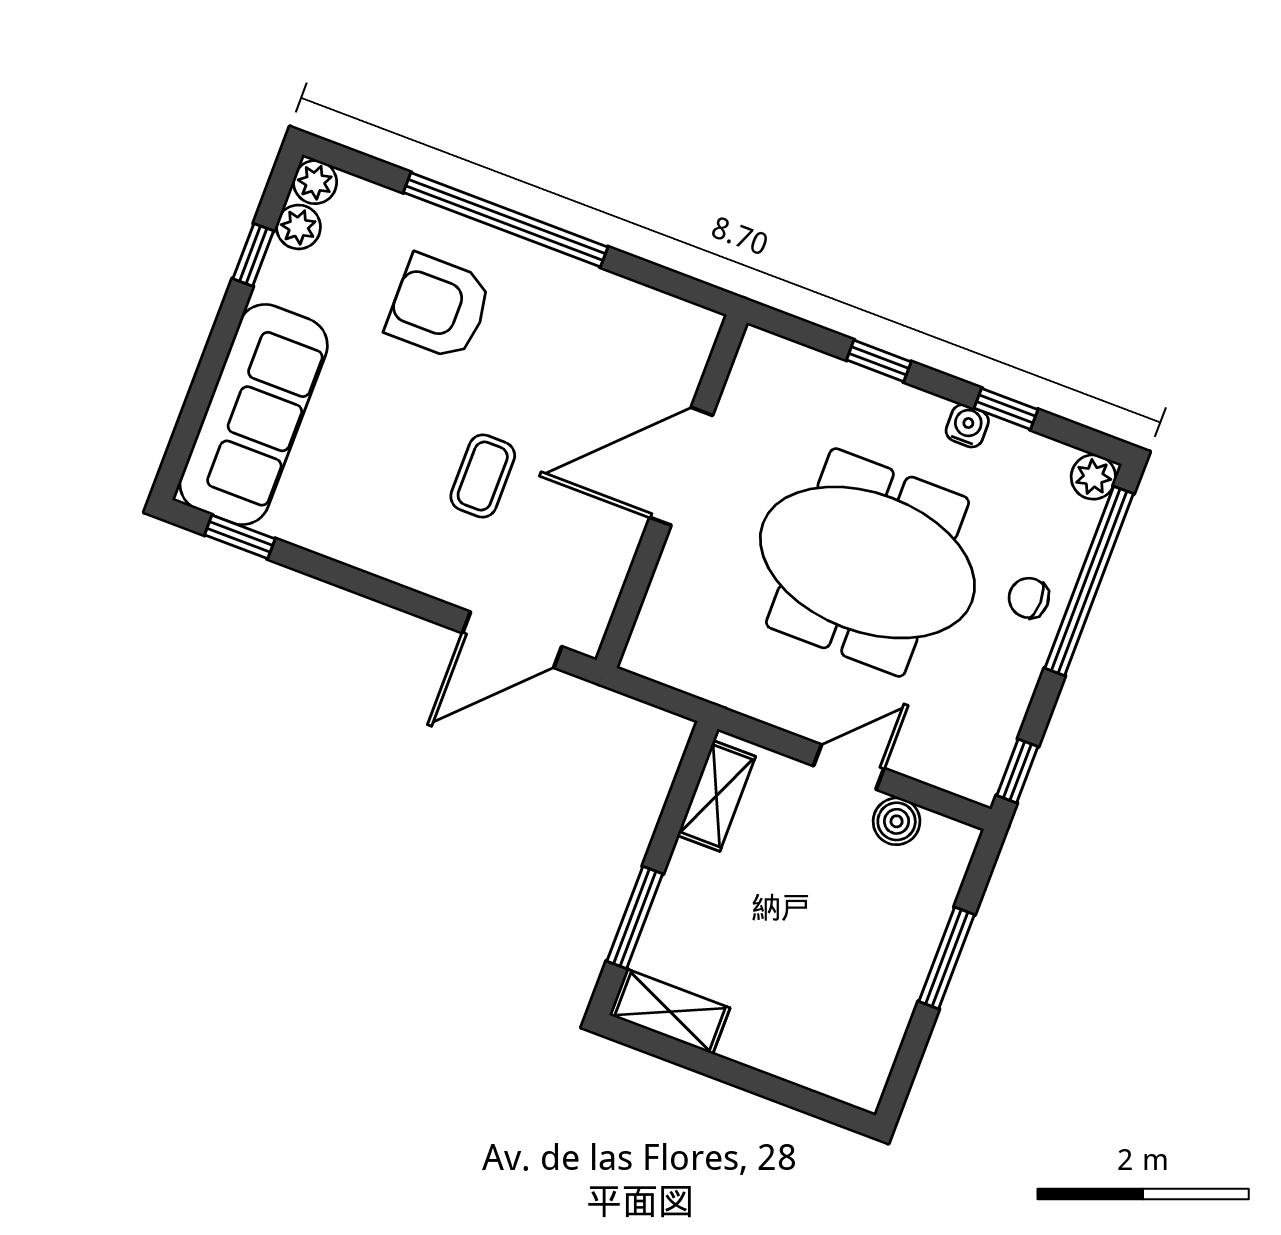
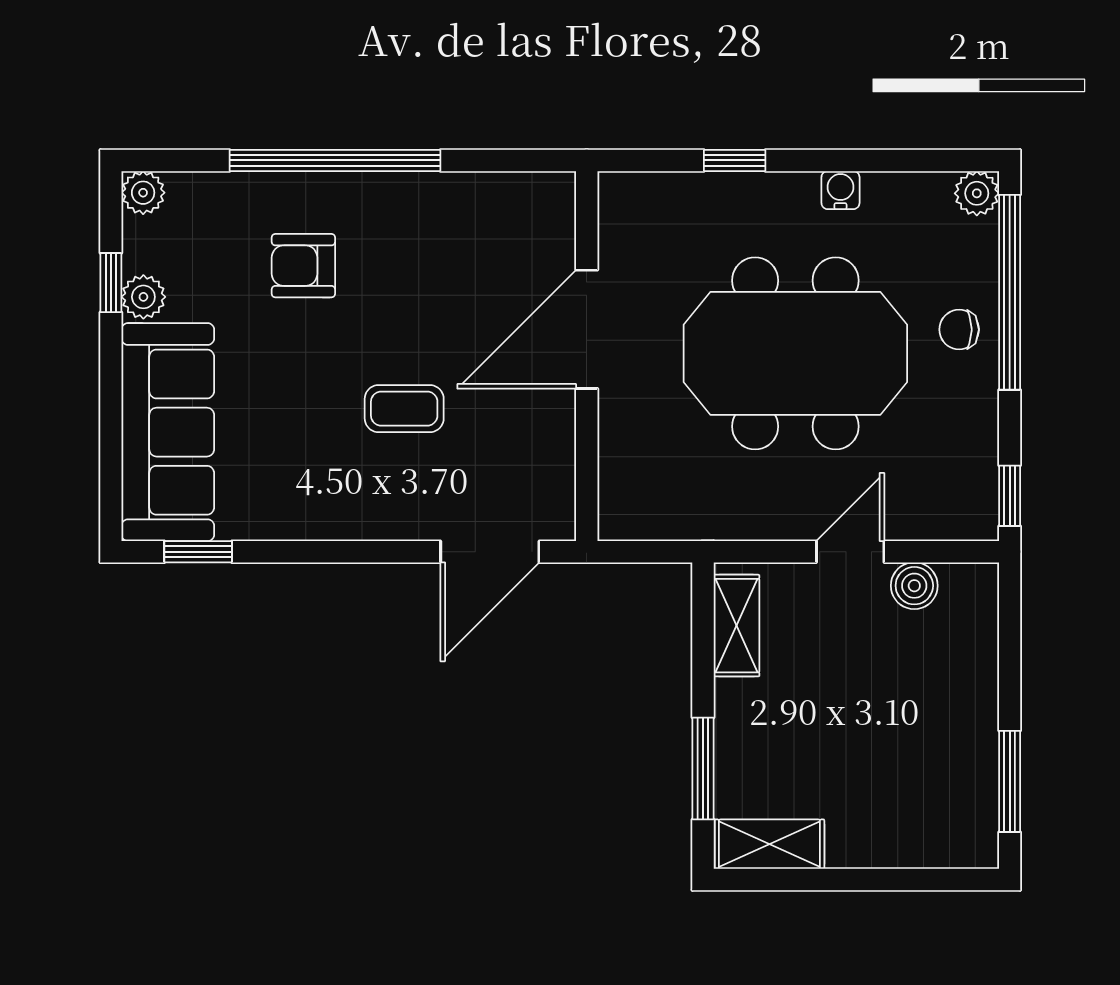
plant: (298, 227) -> (143, 297), moved
armchair: (439, 307) -> (303, 266), width x0.72, depth x0.72
window: (1006, 409) -> (871, 160), removed
coffee table: (483, 476) -> (404, 409), turned 90
window: (947, 958) -> (1010, 781), moved

